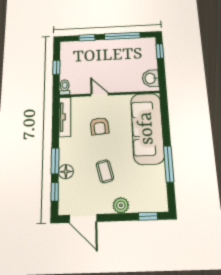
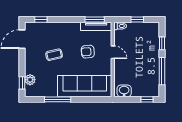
door: (100, 95) -> (113, 52), hinge flipped
window: (55, 161) -> (95, 20), moved
floor lamp: (66, 172) -> (55, 27), removed
plant: (121, 205) -> (30, 80), moved

